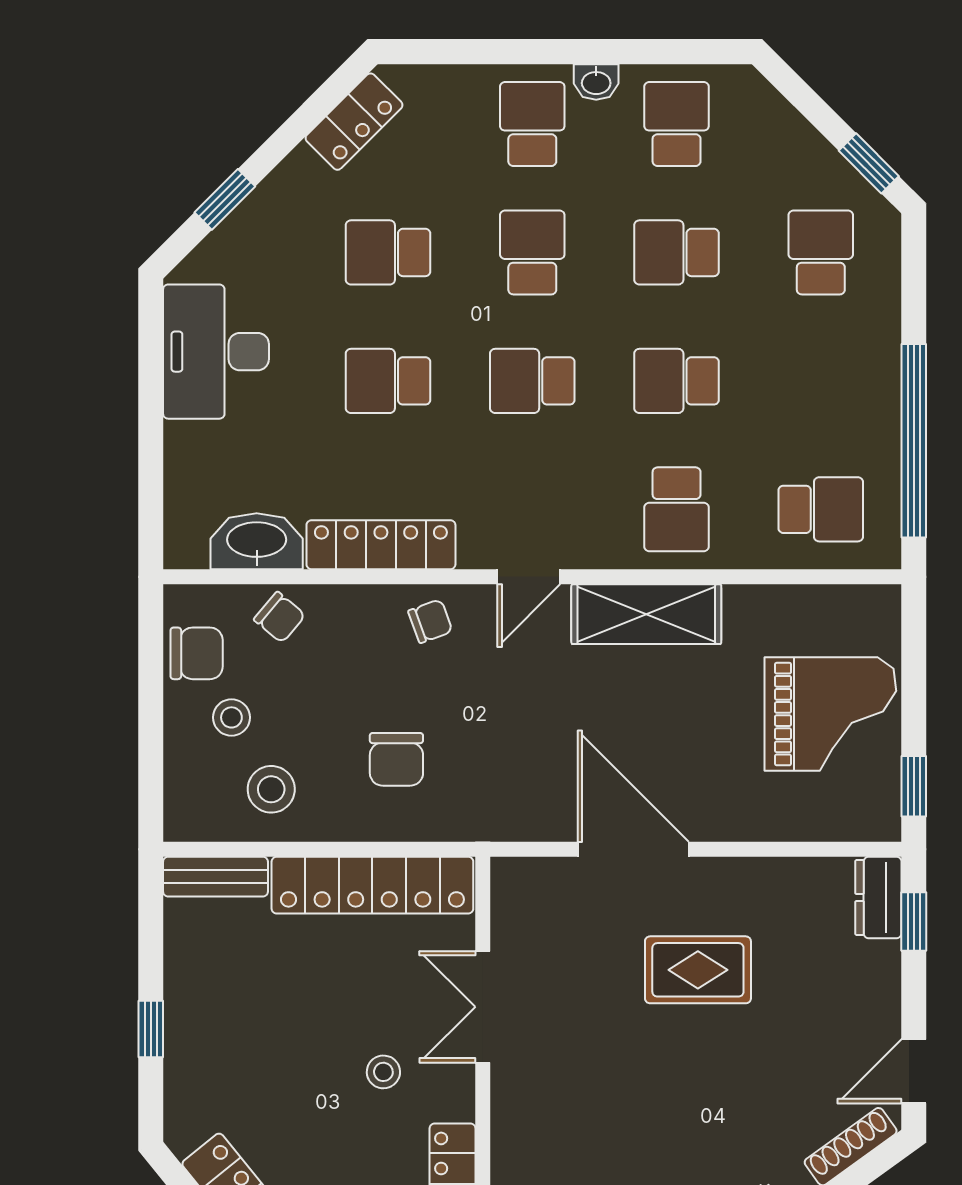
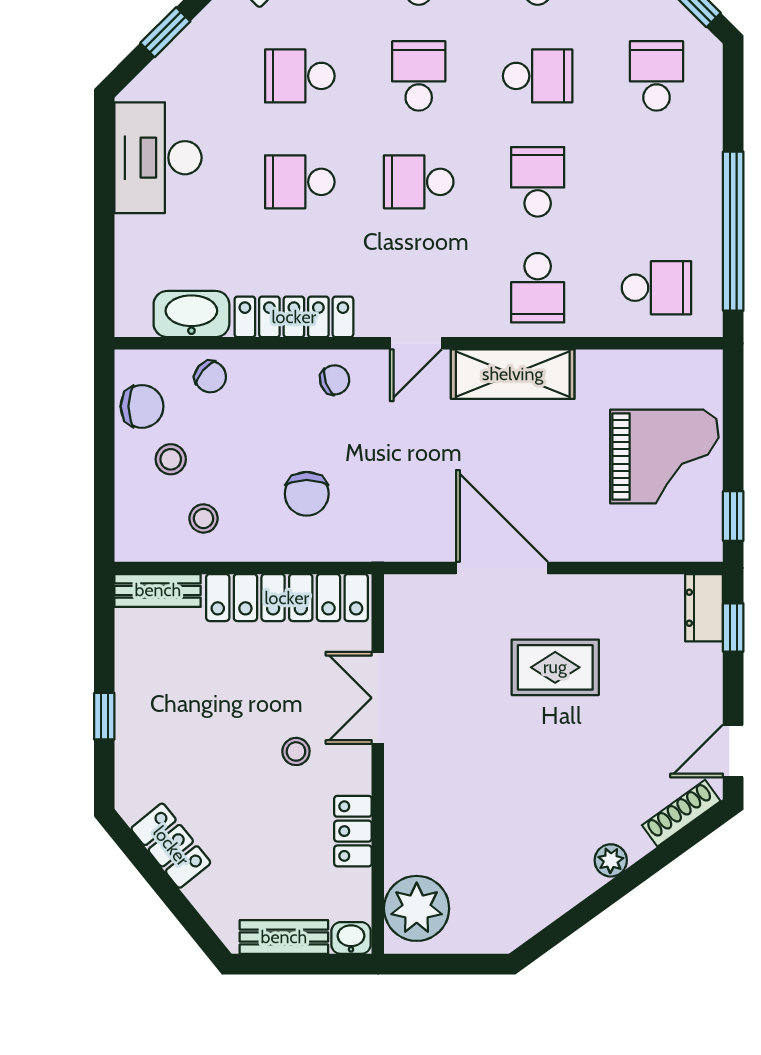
school desk: (677, 252) -> (538, 76), turned 180
school desk: (677, 381) -> (538, 182), turned 90
stool: (271, 789) -> (203, 518), width x0.73, depth x0.73

